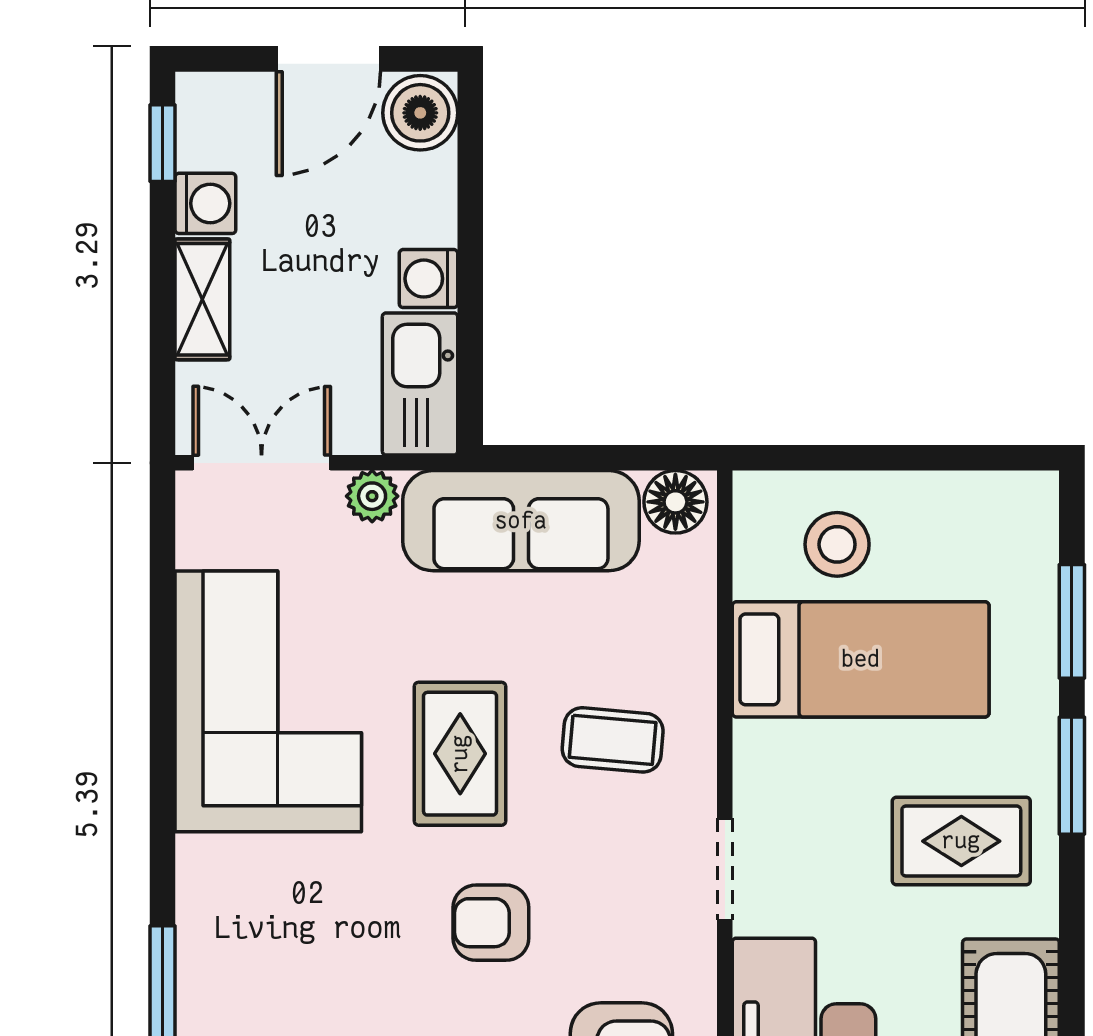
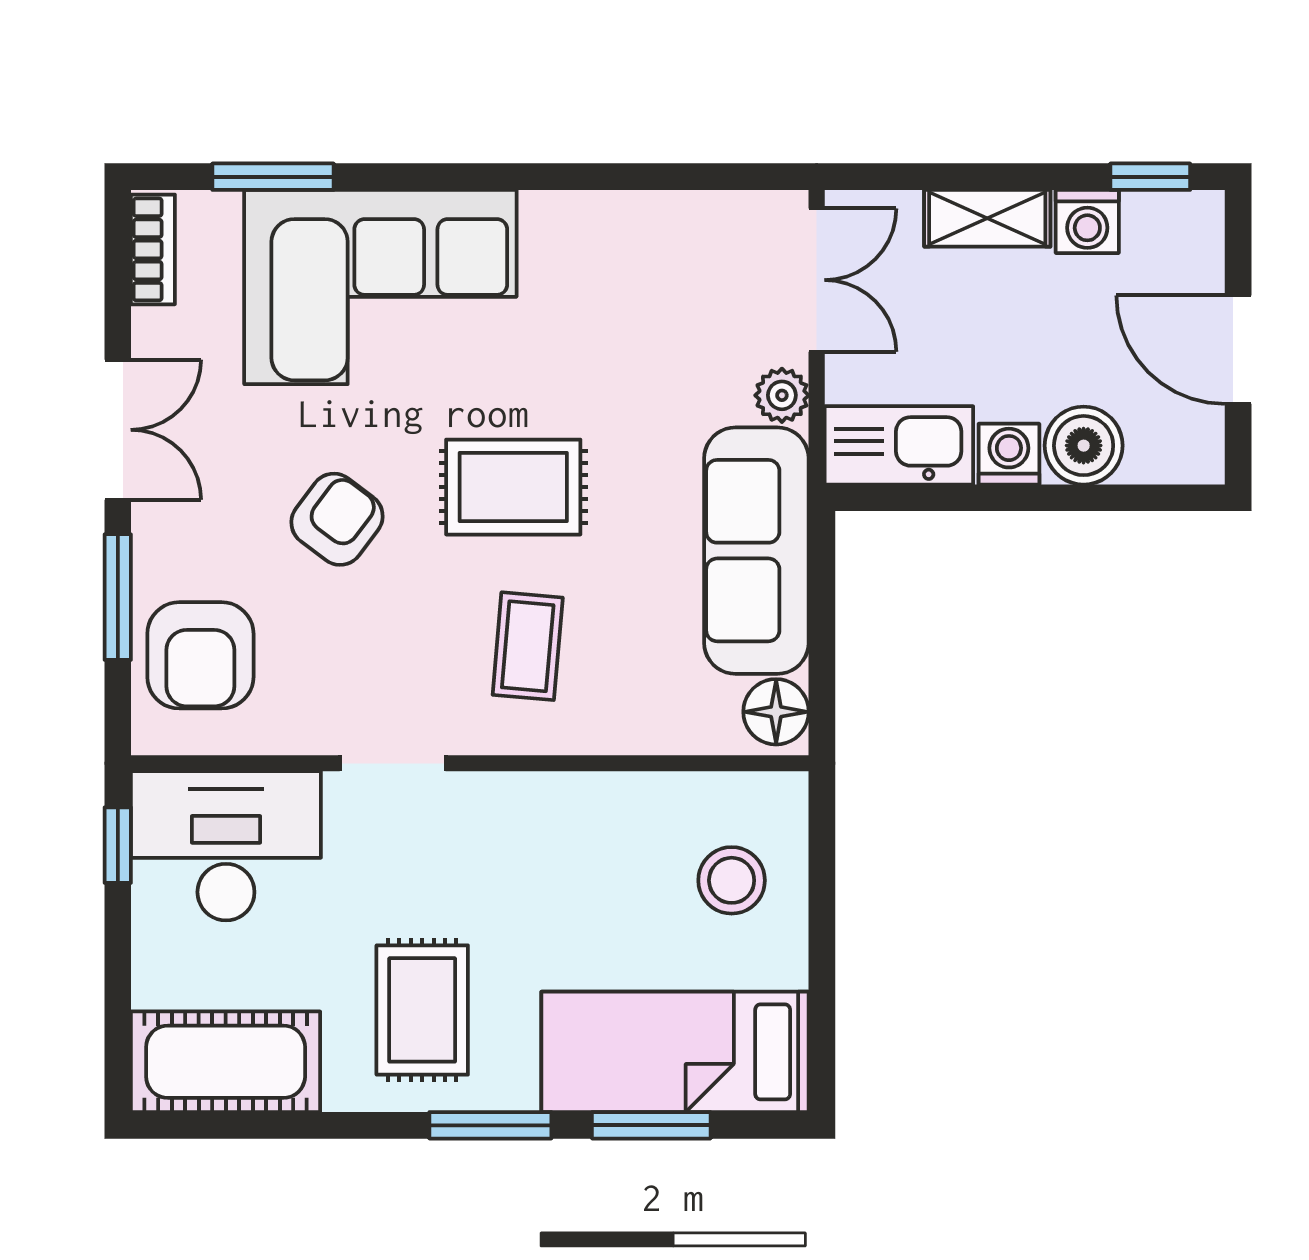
boiler: (420, 113) -> (1084, 446), moved
bed: (861, 659) -> (675, 1052), moved, turned 90
corner sofa: (268, 701) -> (380, 287), moved
armchair: (491, 923) -> (337, 519), turned 37

